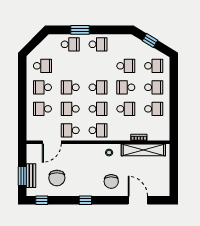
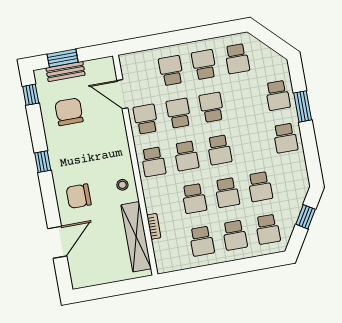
school desk: (126, 87) -> (227, 193), turned 180
chair: (57, 178) -> (69, 112), turned 90

